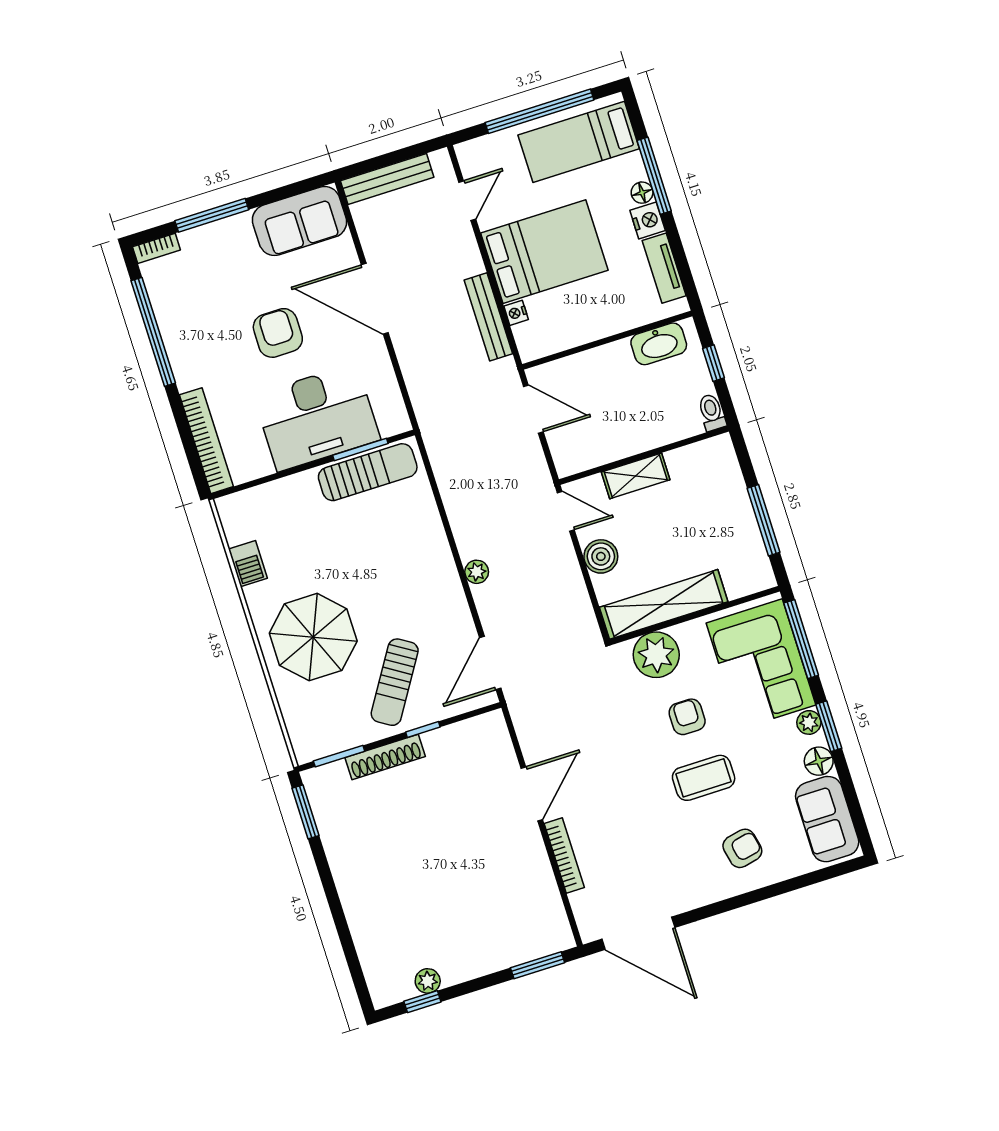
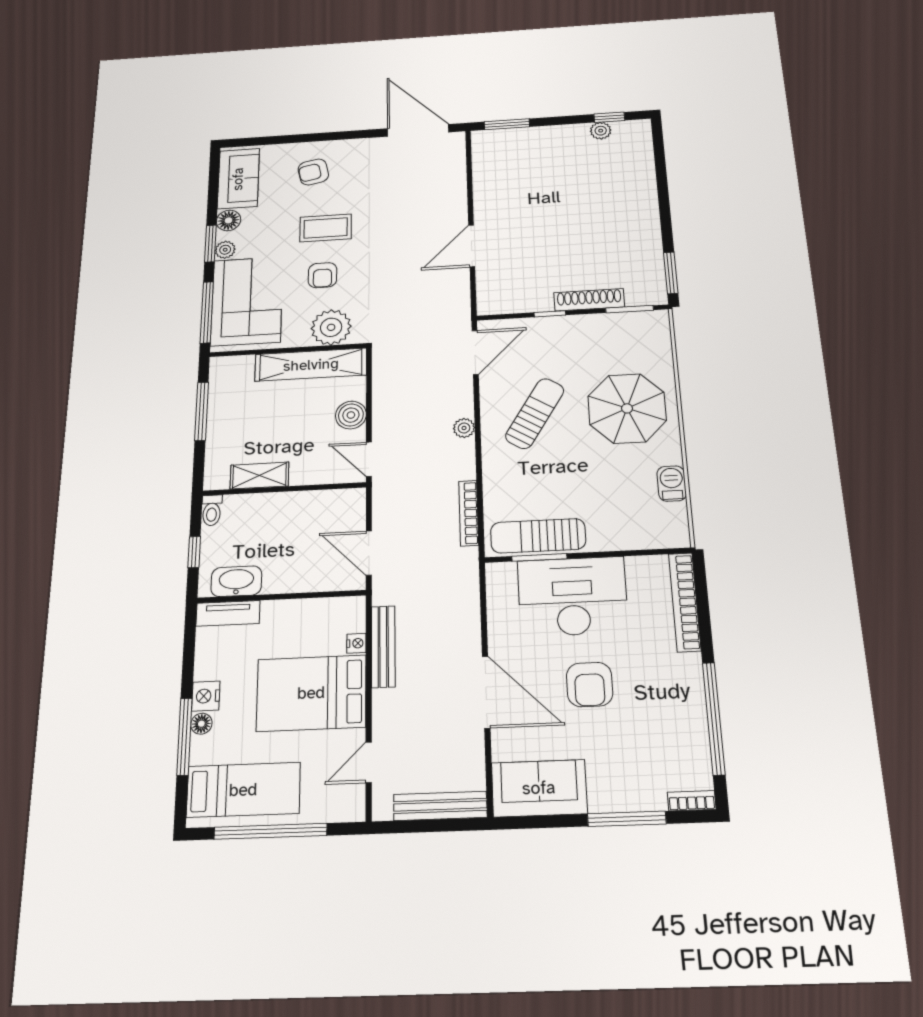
tv unit: (664, 268) -> (228, 613), moved, turned 90
shelving: (636, 476) -> (259, 476), moved
sun lounger: (395, 682) -> (535, 413), moved
bookcase: (564, 856) -> (469, 513), moved

